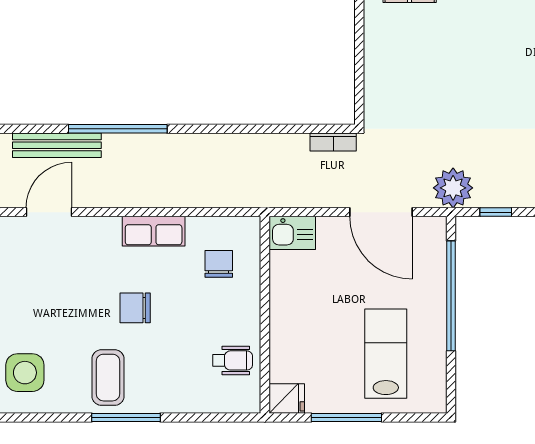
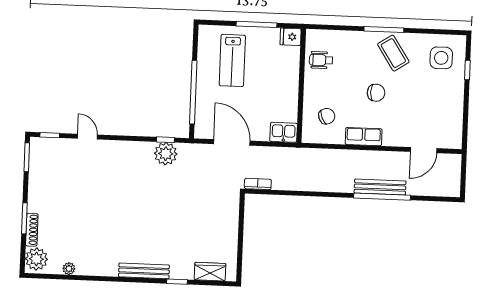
bench: (57, 145) -> (380, 187), moved
plant: (453, 188) -> (166, 154), moved
chair: (219, 264) -> (327, 116), turned -112
coffee table: (108, 378) -> (393, 53), turned -33

